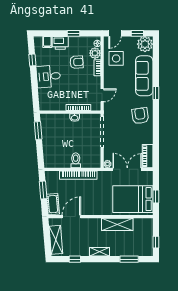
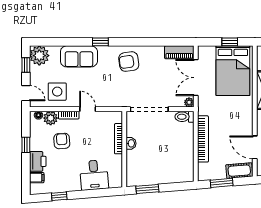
desk: (48, 76) -> (94, 175), moved
sofa: (144, 76) -> (79, 56), width x0.73
door: (102, 95) -> (88, 109), moved
toilet: (76, 160) -> (184, 117), moved

